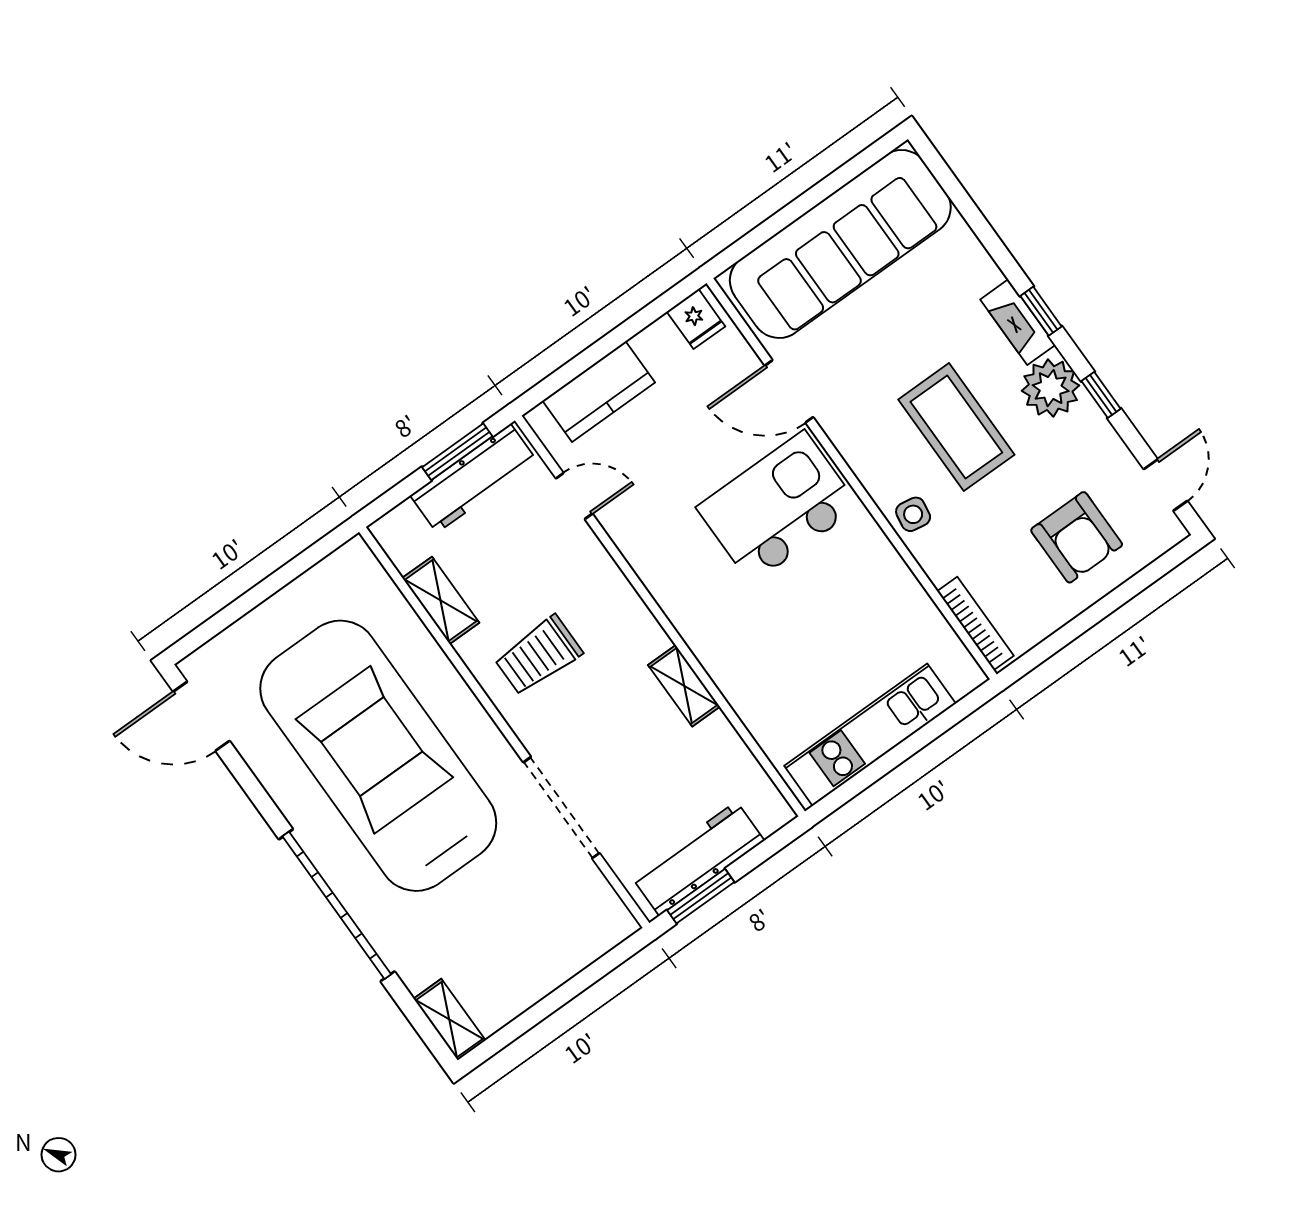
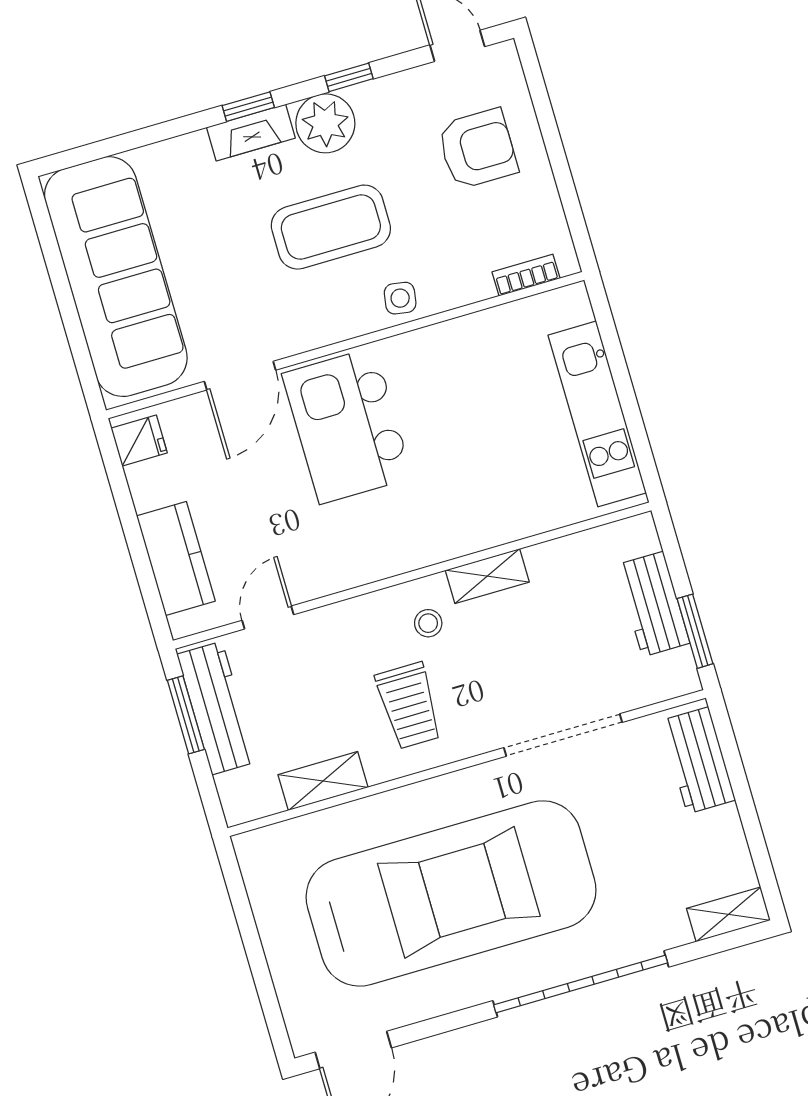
bookcase: (975, 623) -> (526, 275), width x0.64
stool: (621, 646) -> (428, 623), added
car: (378, 756) -> (451, 893), turned 180
workbench: (698, 859) -> (653, 604), width x0.73
workbench: (582, 941) -> (698, 760), added

